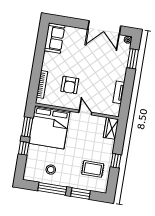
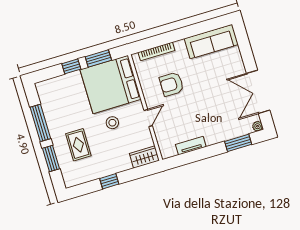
sofa: (54, 38) -> (211, 42), width x1.36
rug: (93, 169) -> (78, 145), moved
stool: (51, 170) -> (112, 123), moved

